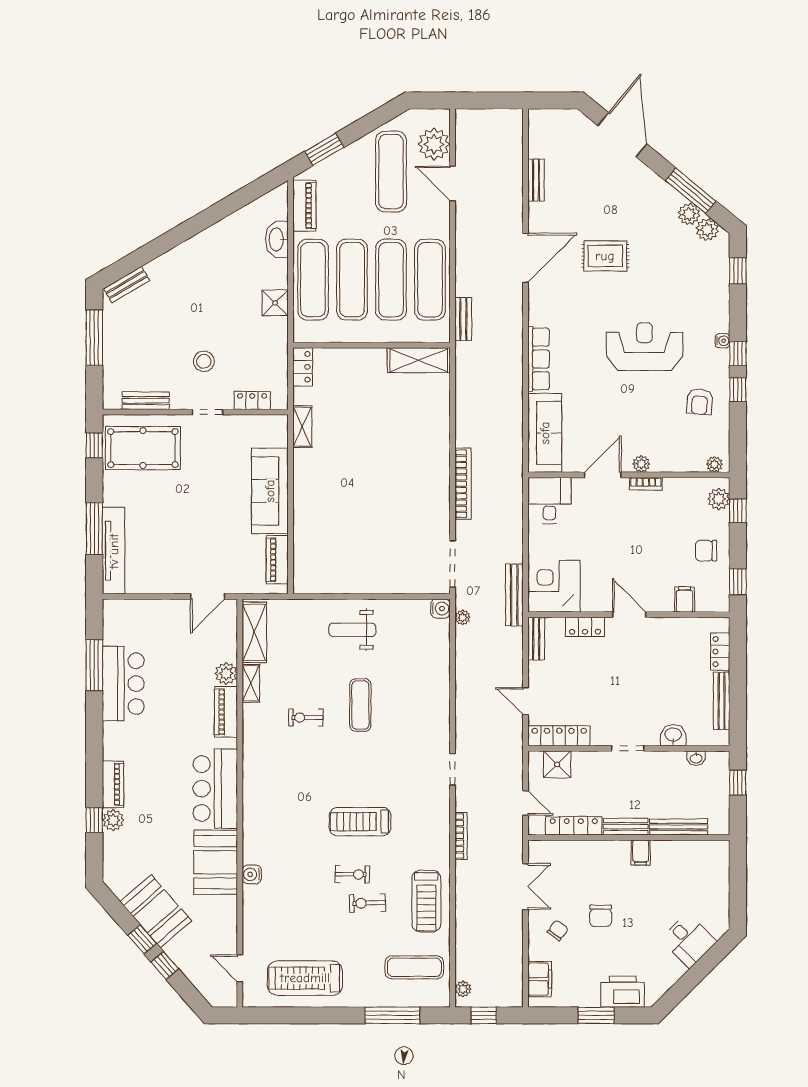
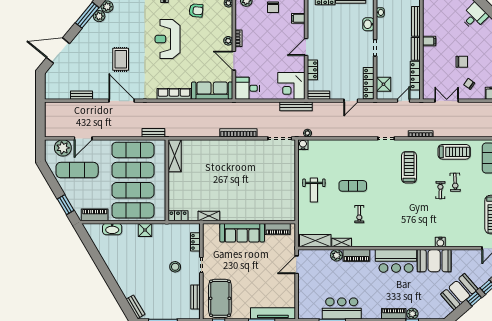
door: (208, 596) -> (297, 265), swing flipped
treadmill: (360, 822) -> (409, 167), moved, turned 180

